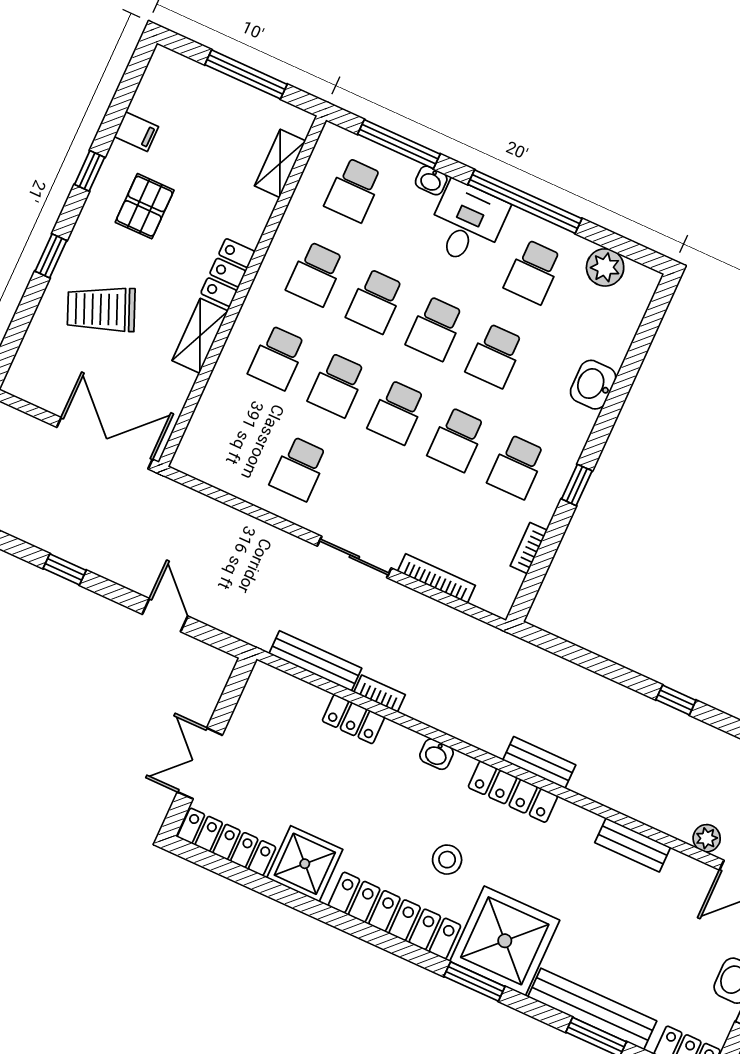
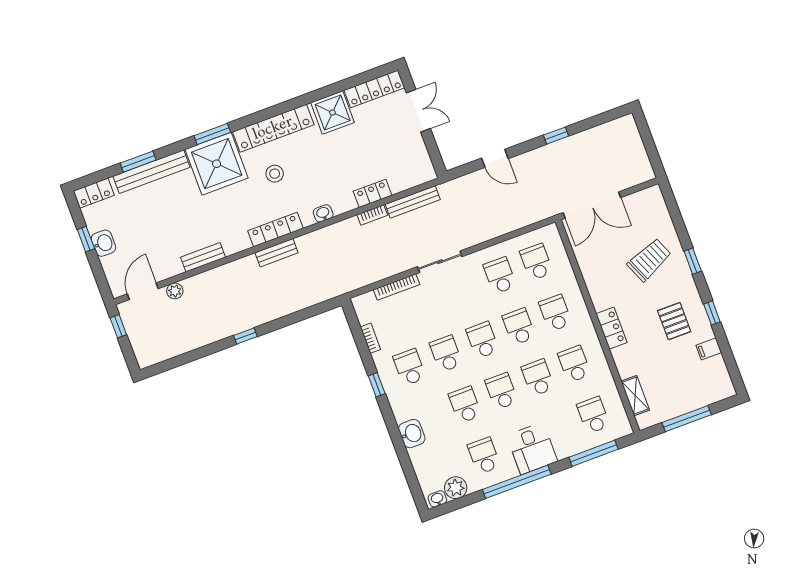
washbasin: (431, 180) -> (437, 499), moved
shelving: (200, 336) -> (597, 290), removed
school desk: (239, 441) -> (536, 262), added

